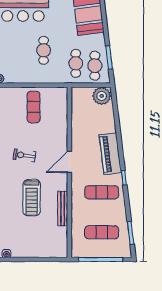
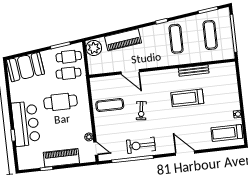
cafe table: (44, 50) -> (60, 102), width x1.37, depth x1.35
piano: (110, 154) -> (123, 40), moved
exercise bike: (24, 156) -> (141, 111), moved
door: (69, 162) -> (130, 72), moved
treadmill: (32, 198) -> (187, 98), turned 180

